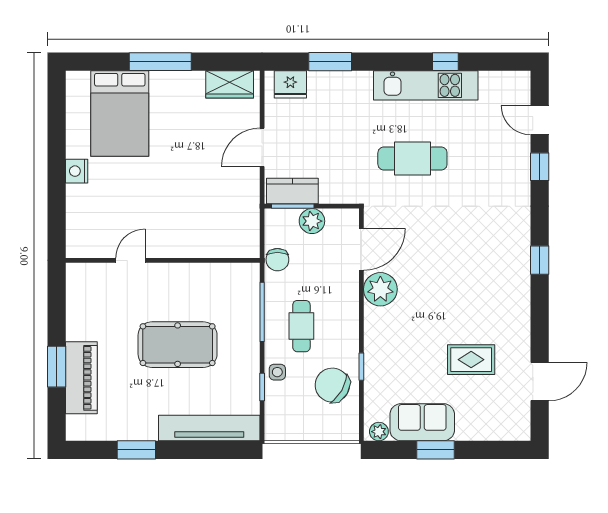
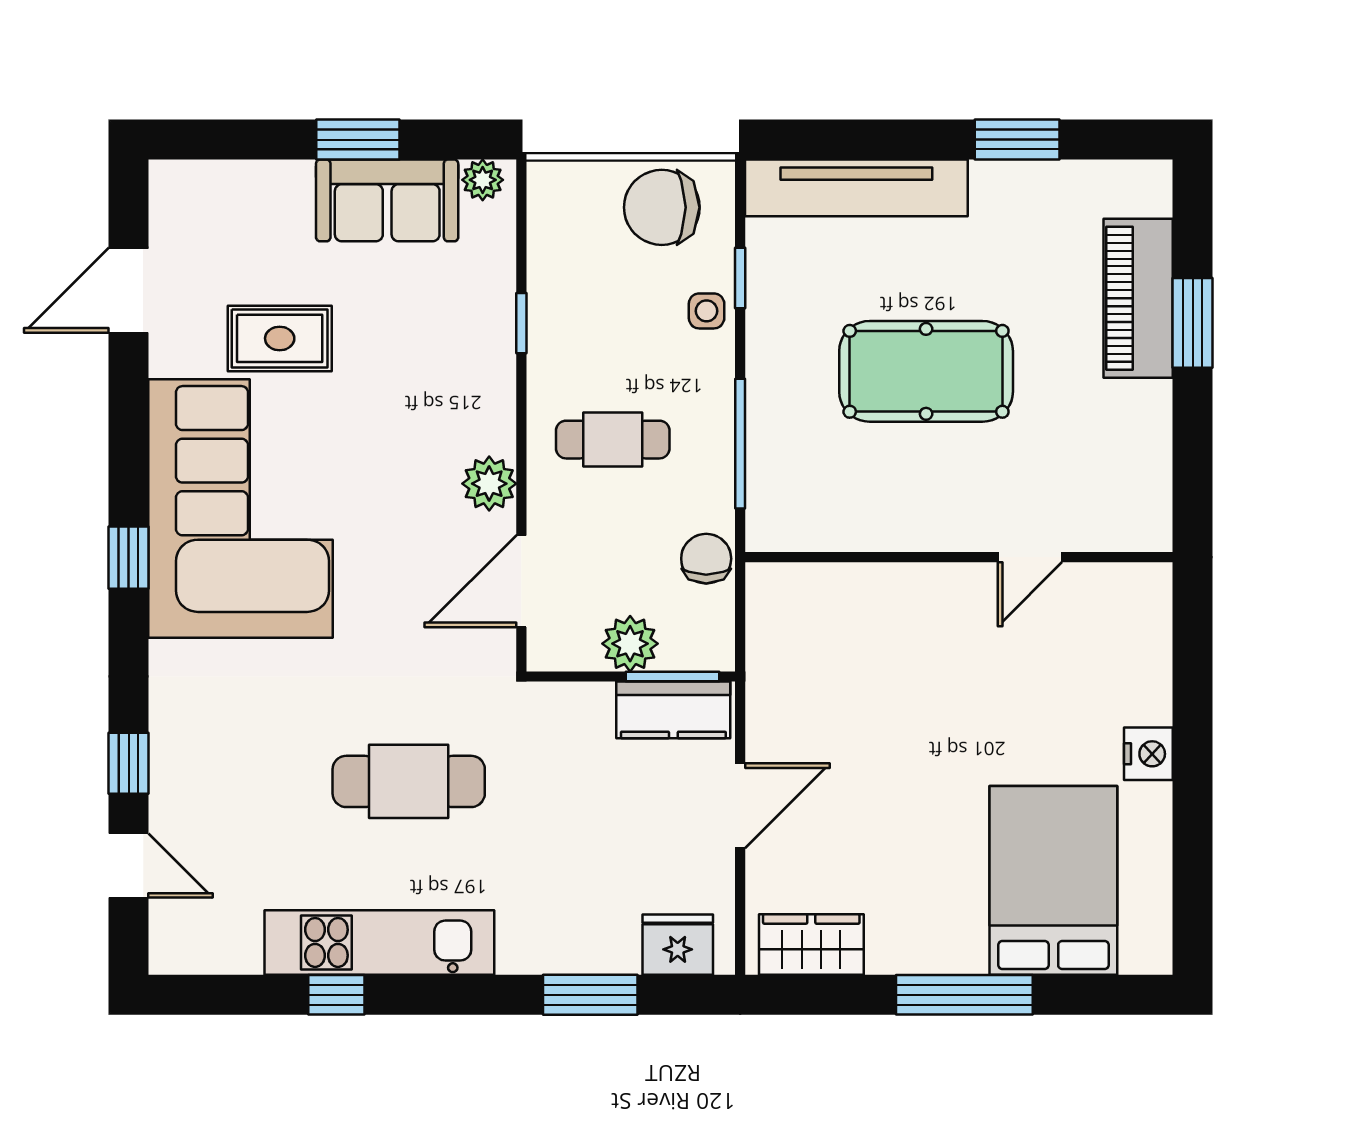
corner sofa: (489, 282) -> (241, 509), added
plant: (380, 289) -> (489, 484), width x0.73, depth x0.73
cafe table: (301, 326) -> (613, 440), moved, turned 90
chair: (332, 385) -> (662, 207), moved, turned 150

